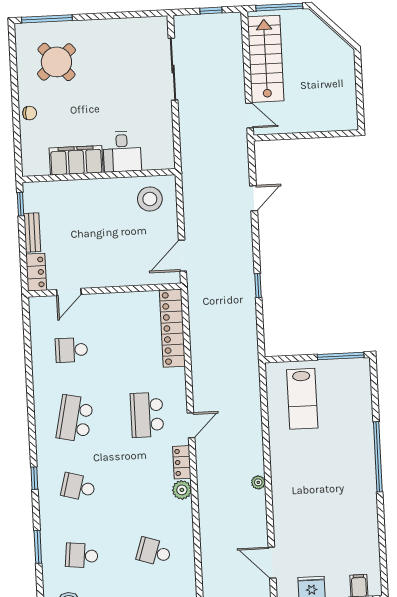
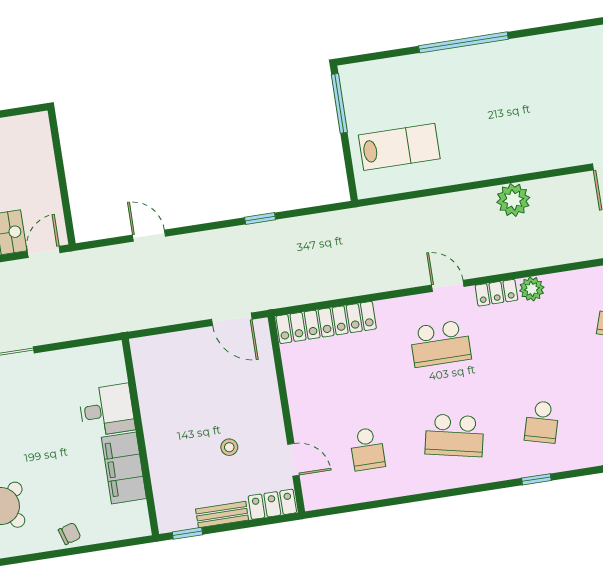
chair: (30, 113) -> (70, 534), turned 70
stool: (150, 199) -> (229, 447), moved, width x0.53, depth x0.53
plant: (258, 482) -> (513, 200), width x1.87, depth x1.87

